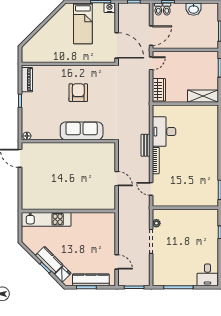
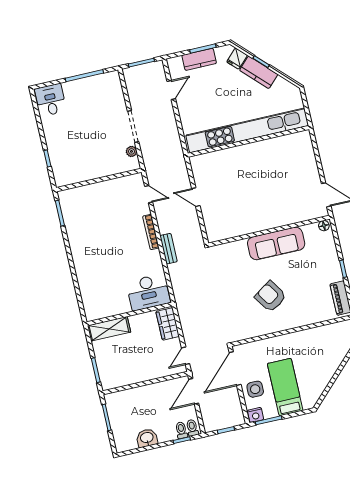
side table: (105, 27) -> (255, 389), added
door: (117, 45) -> (235, 369), hinge flipped
armchair: (78, 93) -> (271, 296), turned 146
sofa: (82, 131) -> (276, 243), moved
desk: (164, 132) -> (148, 292), moved, turned 90
kitchen unit: (46, 219) -> (247, 130), width x1.86
door: (117, 262) -> (171, 90), swing flipped
kitchen counter: (91, 280) -> (199, 59), width x0.67

